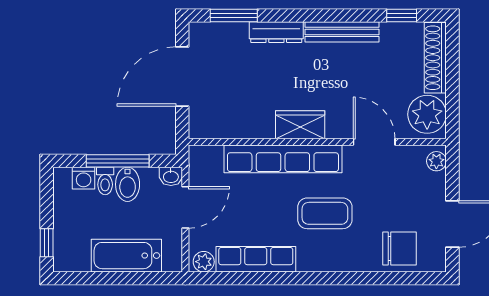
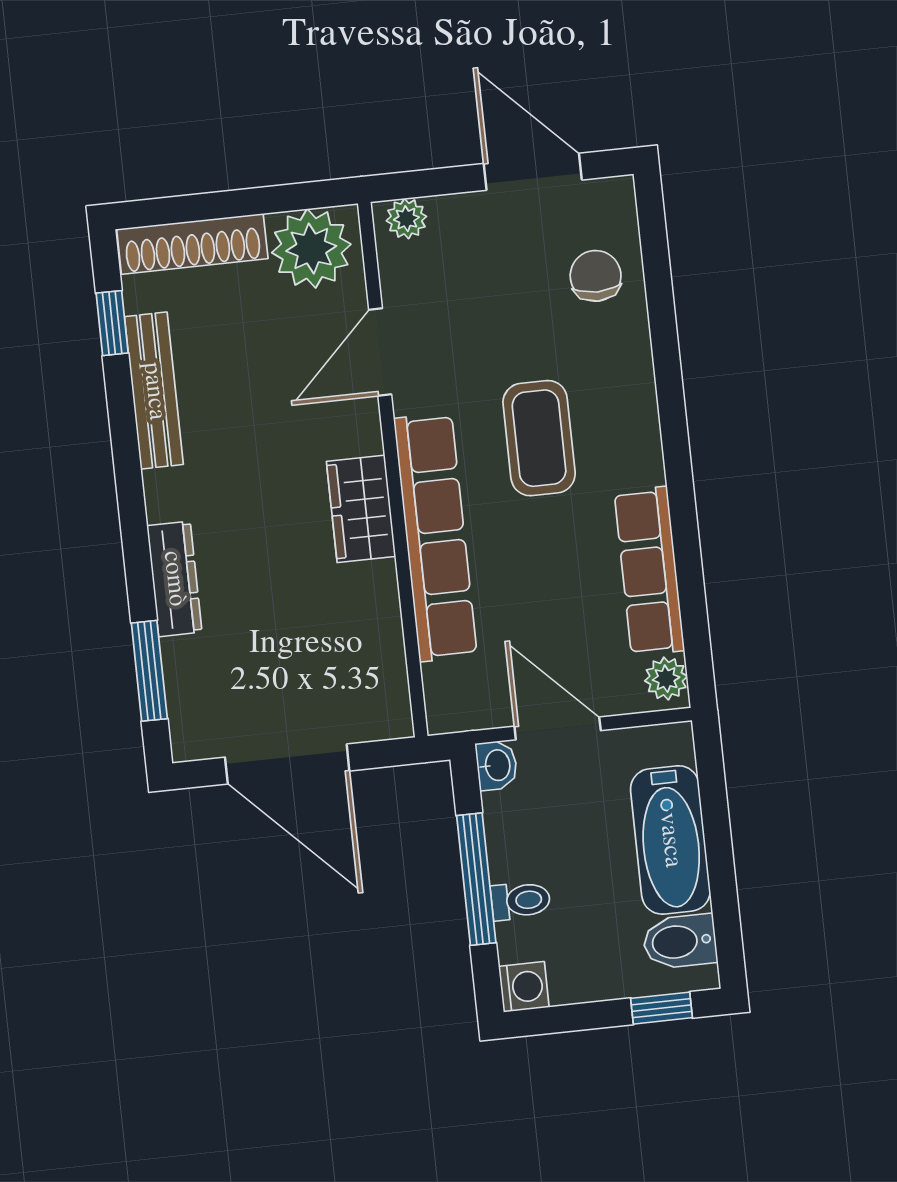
bench: (342, 32) -> (154, 391), moved
washing machine: (84, 178) -> (524, 987), moved
bidet: (128, 184) -> (680, 941), moved, turned 180
chair: (399, 249) -> (596, 276), width x0.73, depth x0.73

